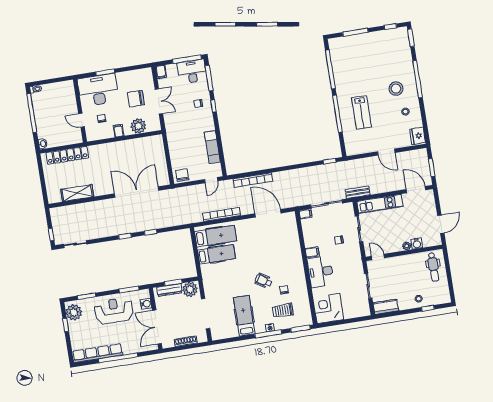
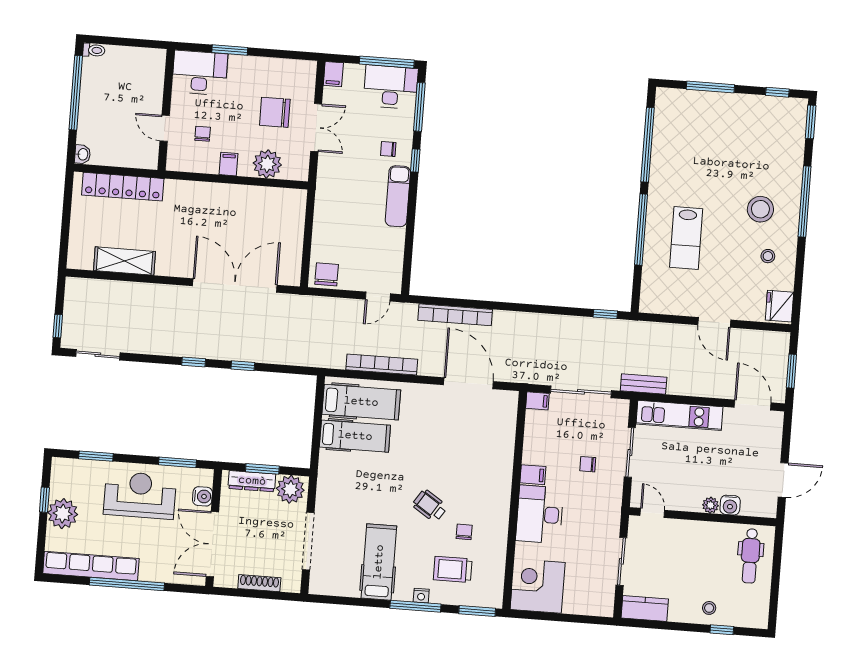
desk: (98, 90) -> (200, 73), width x0.73, depth x0.77
exam couch: (212, 147) -> (398, 196), moved
plant: (74, 312) -> (63, 514), moved

